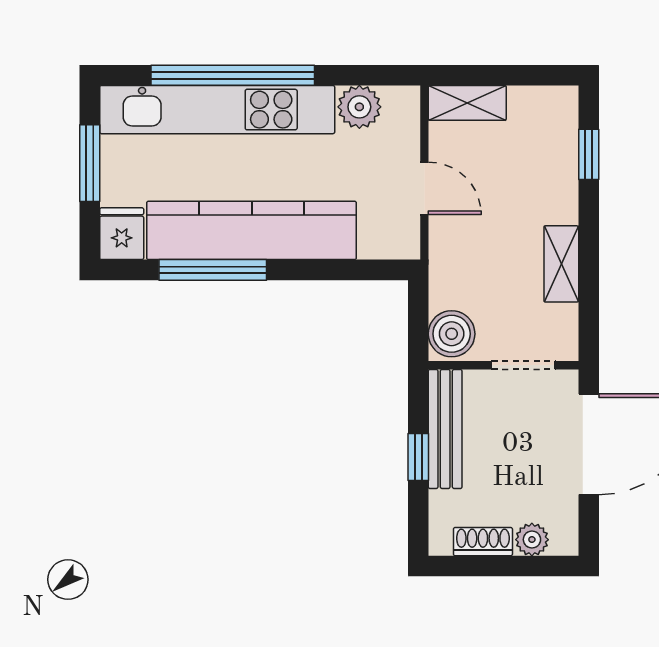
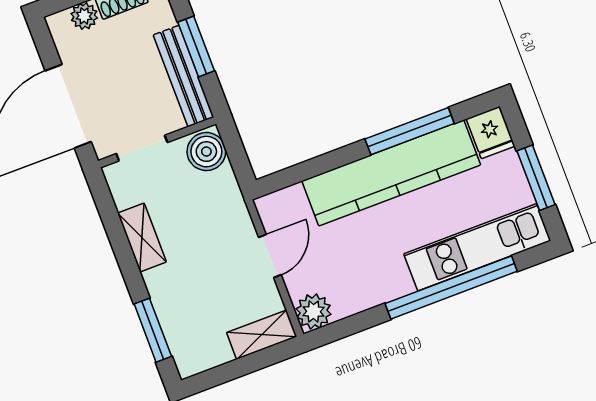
plant: (359, 107) -> (313, 312), moved
kitchen unit: (217, 110) -> (477, 247), width x0.73
window: (589, 154) -> (153, 330), width x1.50
door: (424, 188) -> (270, 256), swing flipped
window: (418, 457) -> (196, 46), width x1.50

